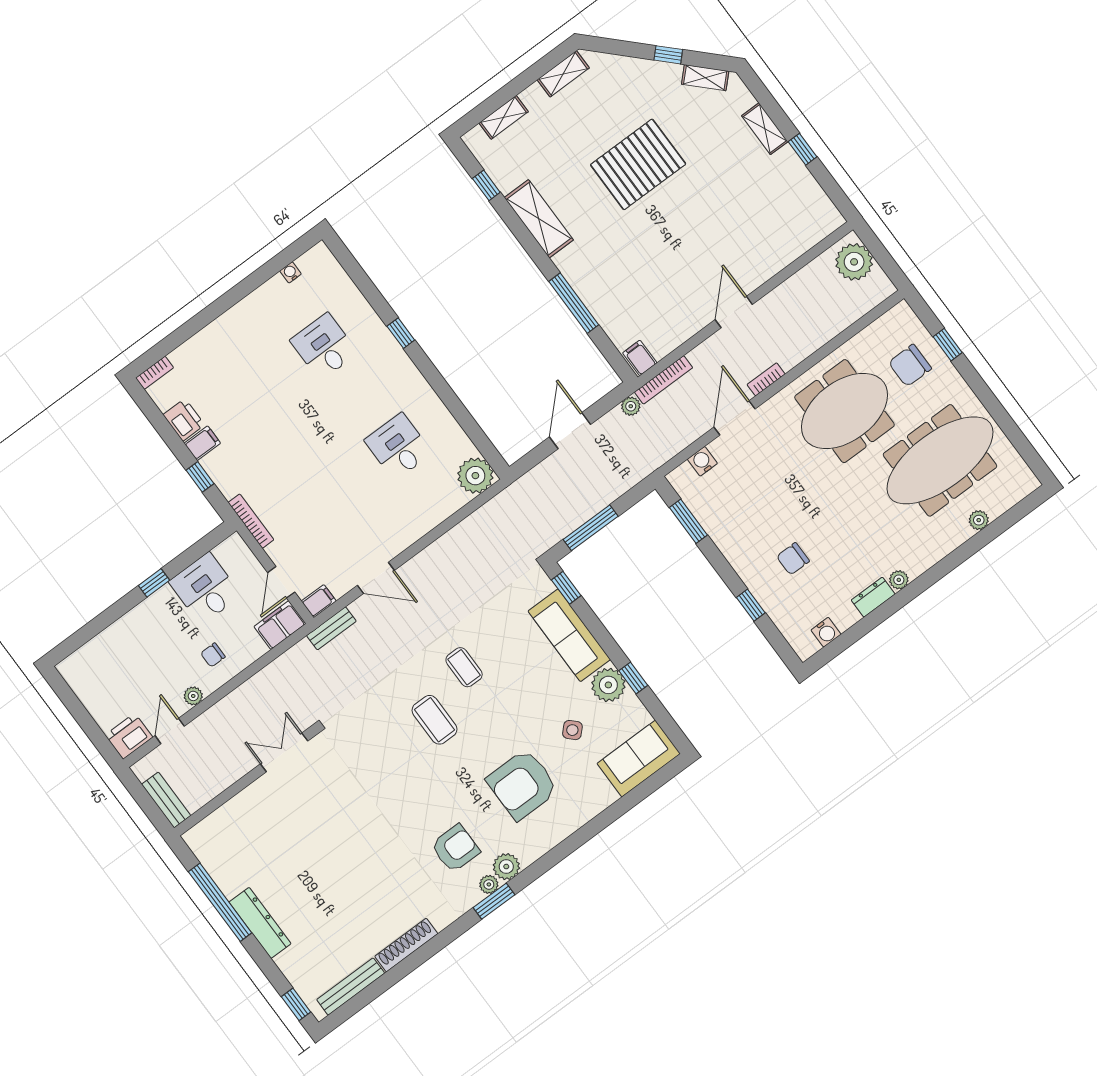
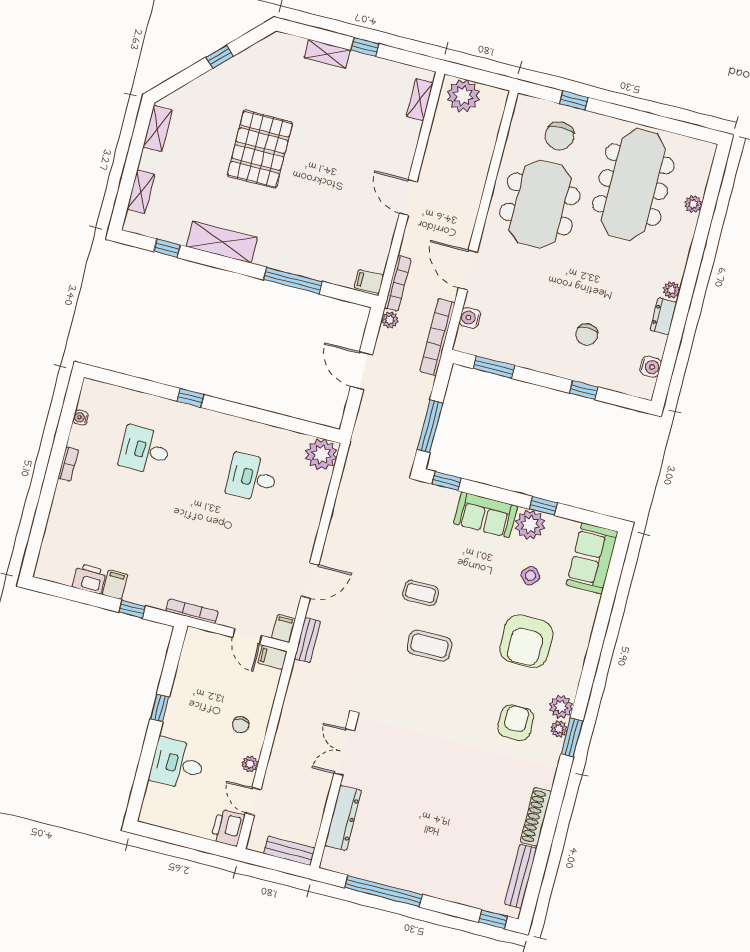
shelving: (705, 78) -> (420, 100), moved, turned -45
bookcase: (155, 373) -> (68, 464), moved
bookcase: (766, 379) -> (437, 337), moved, width x2.31, depth x1.31
desk: (205, 589) -> (177, 764), moved
filing cabinet: (280, 625) -> (272, 657), width x0.50
sofa: (569, 635) -> (485, 515), width x0.73
dresser: (260, 923) -> (343, 818), moved, turned 90

